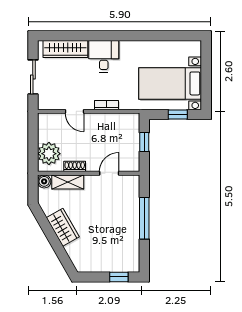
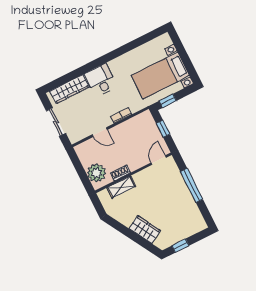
window: (178, 115) -> (168, 101), moved
door: (109, 173) -> (159, 160), moved
boiler: (44, 181) -> (103, 196), removed
wardrobe: (63, 227) -> (145, 230), moved
window: (119, 277) -> (180, 246), moved

